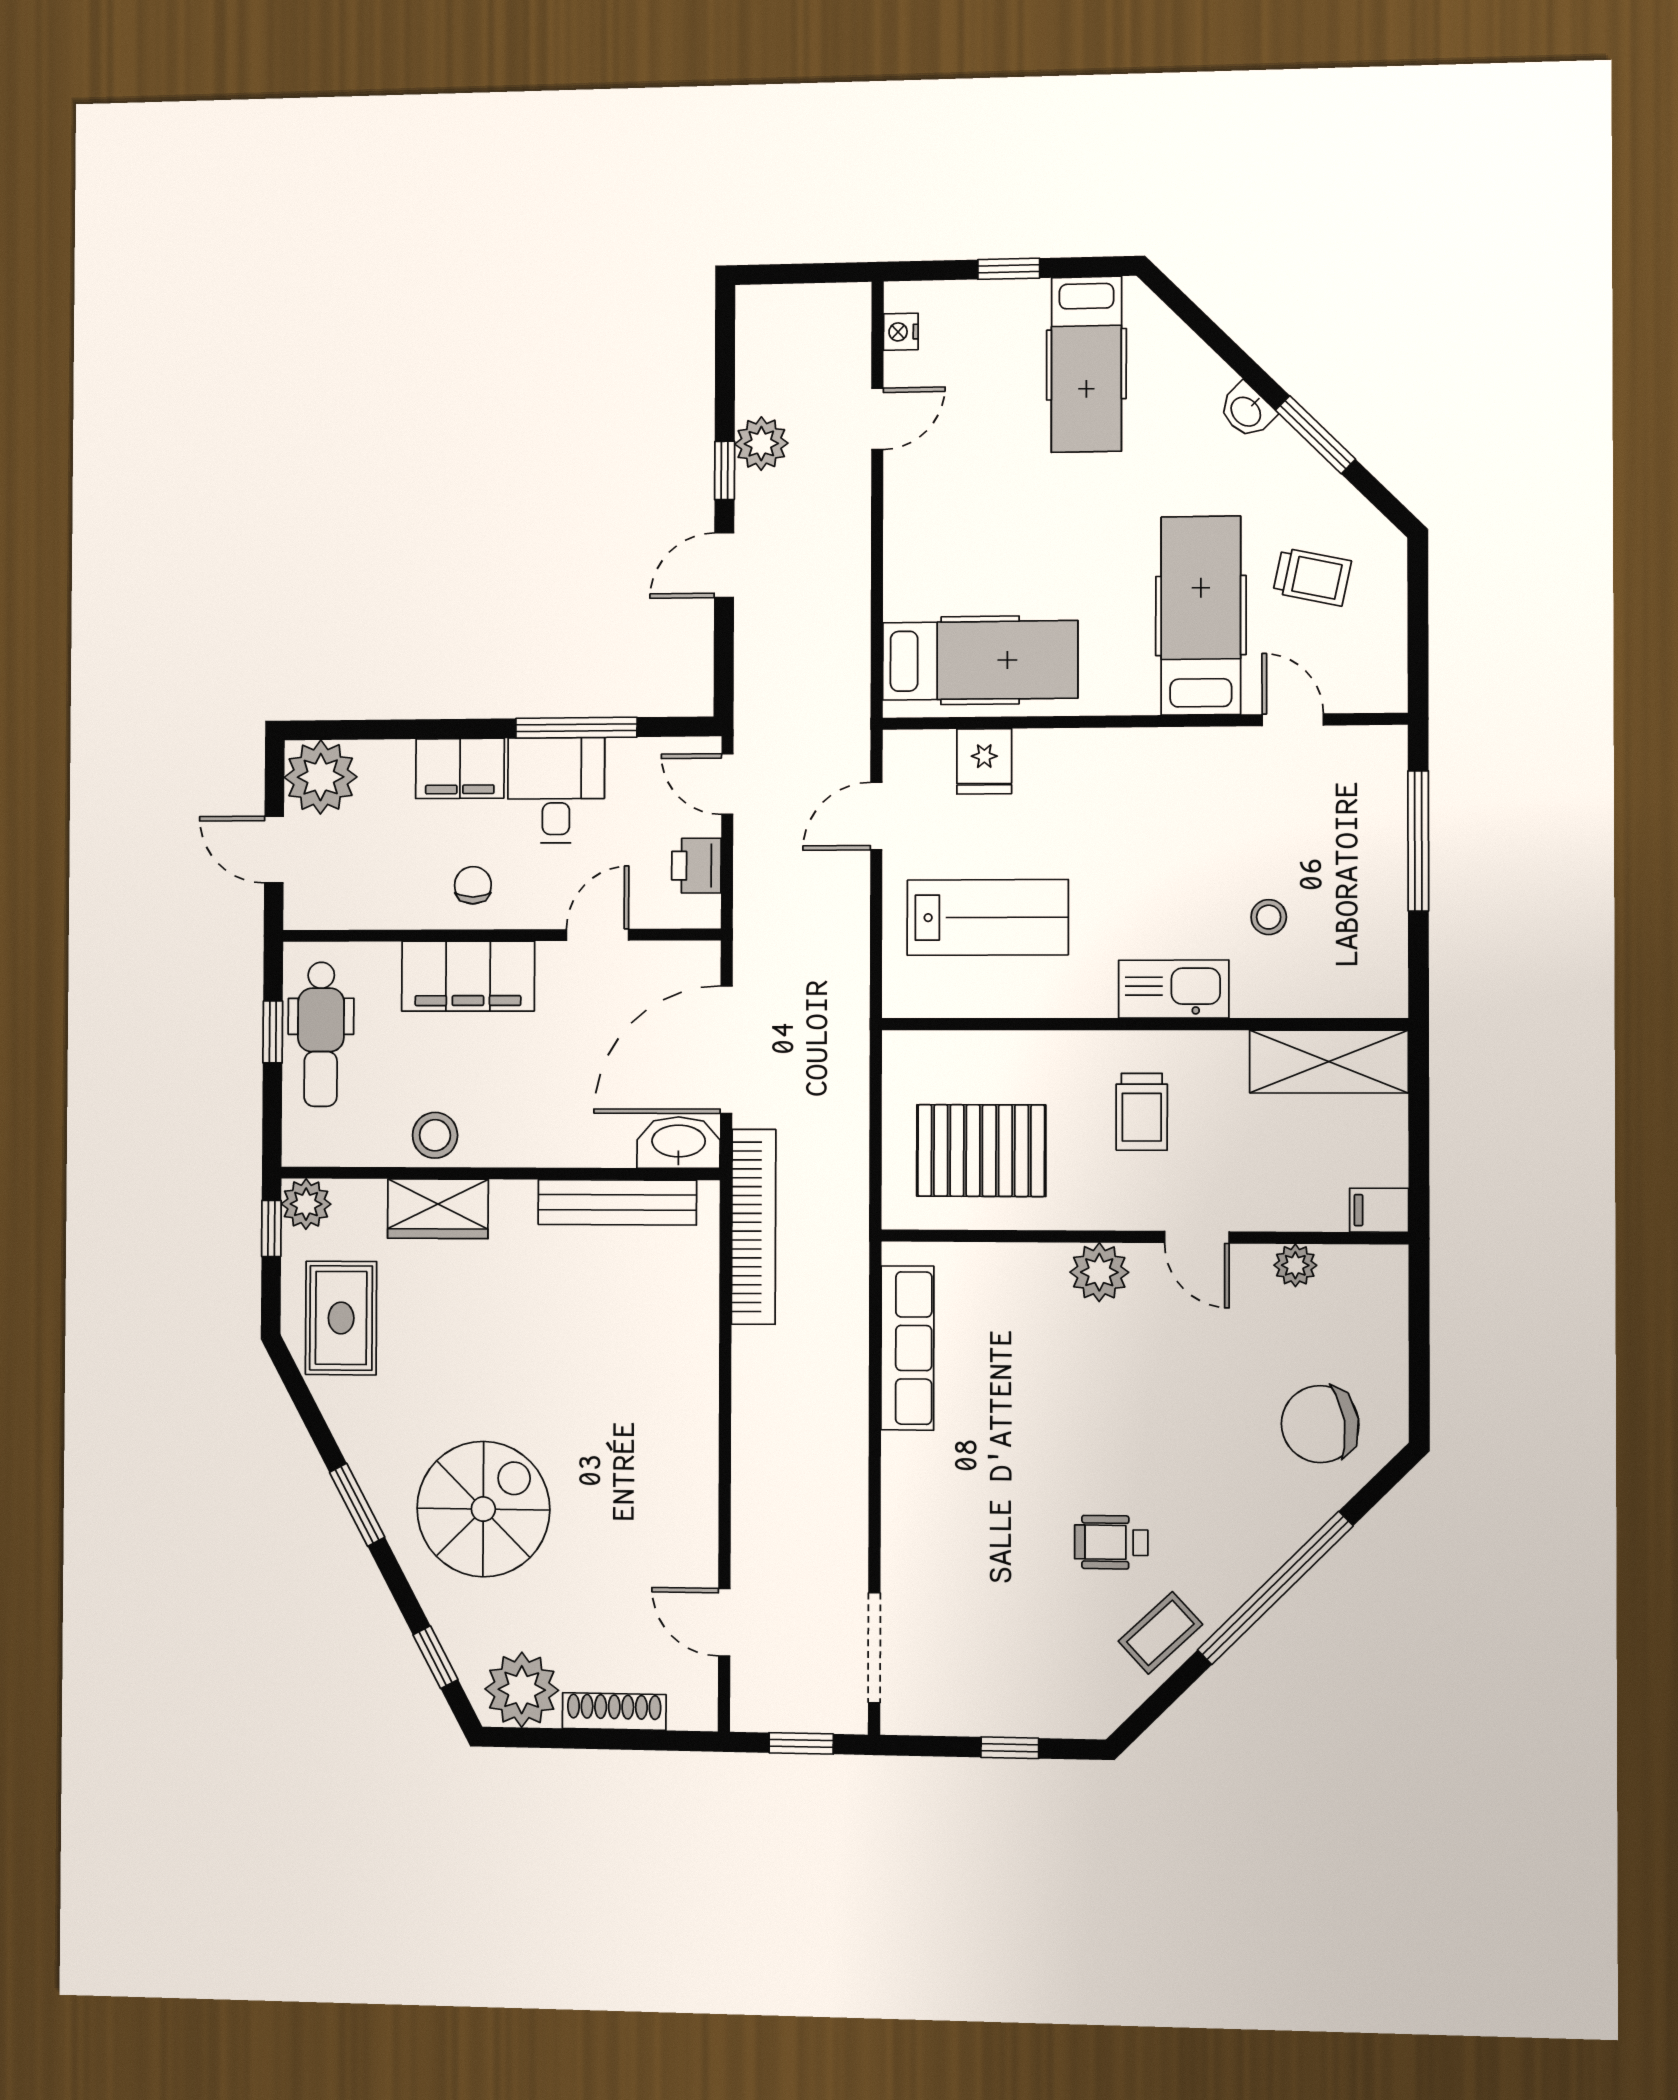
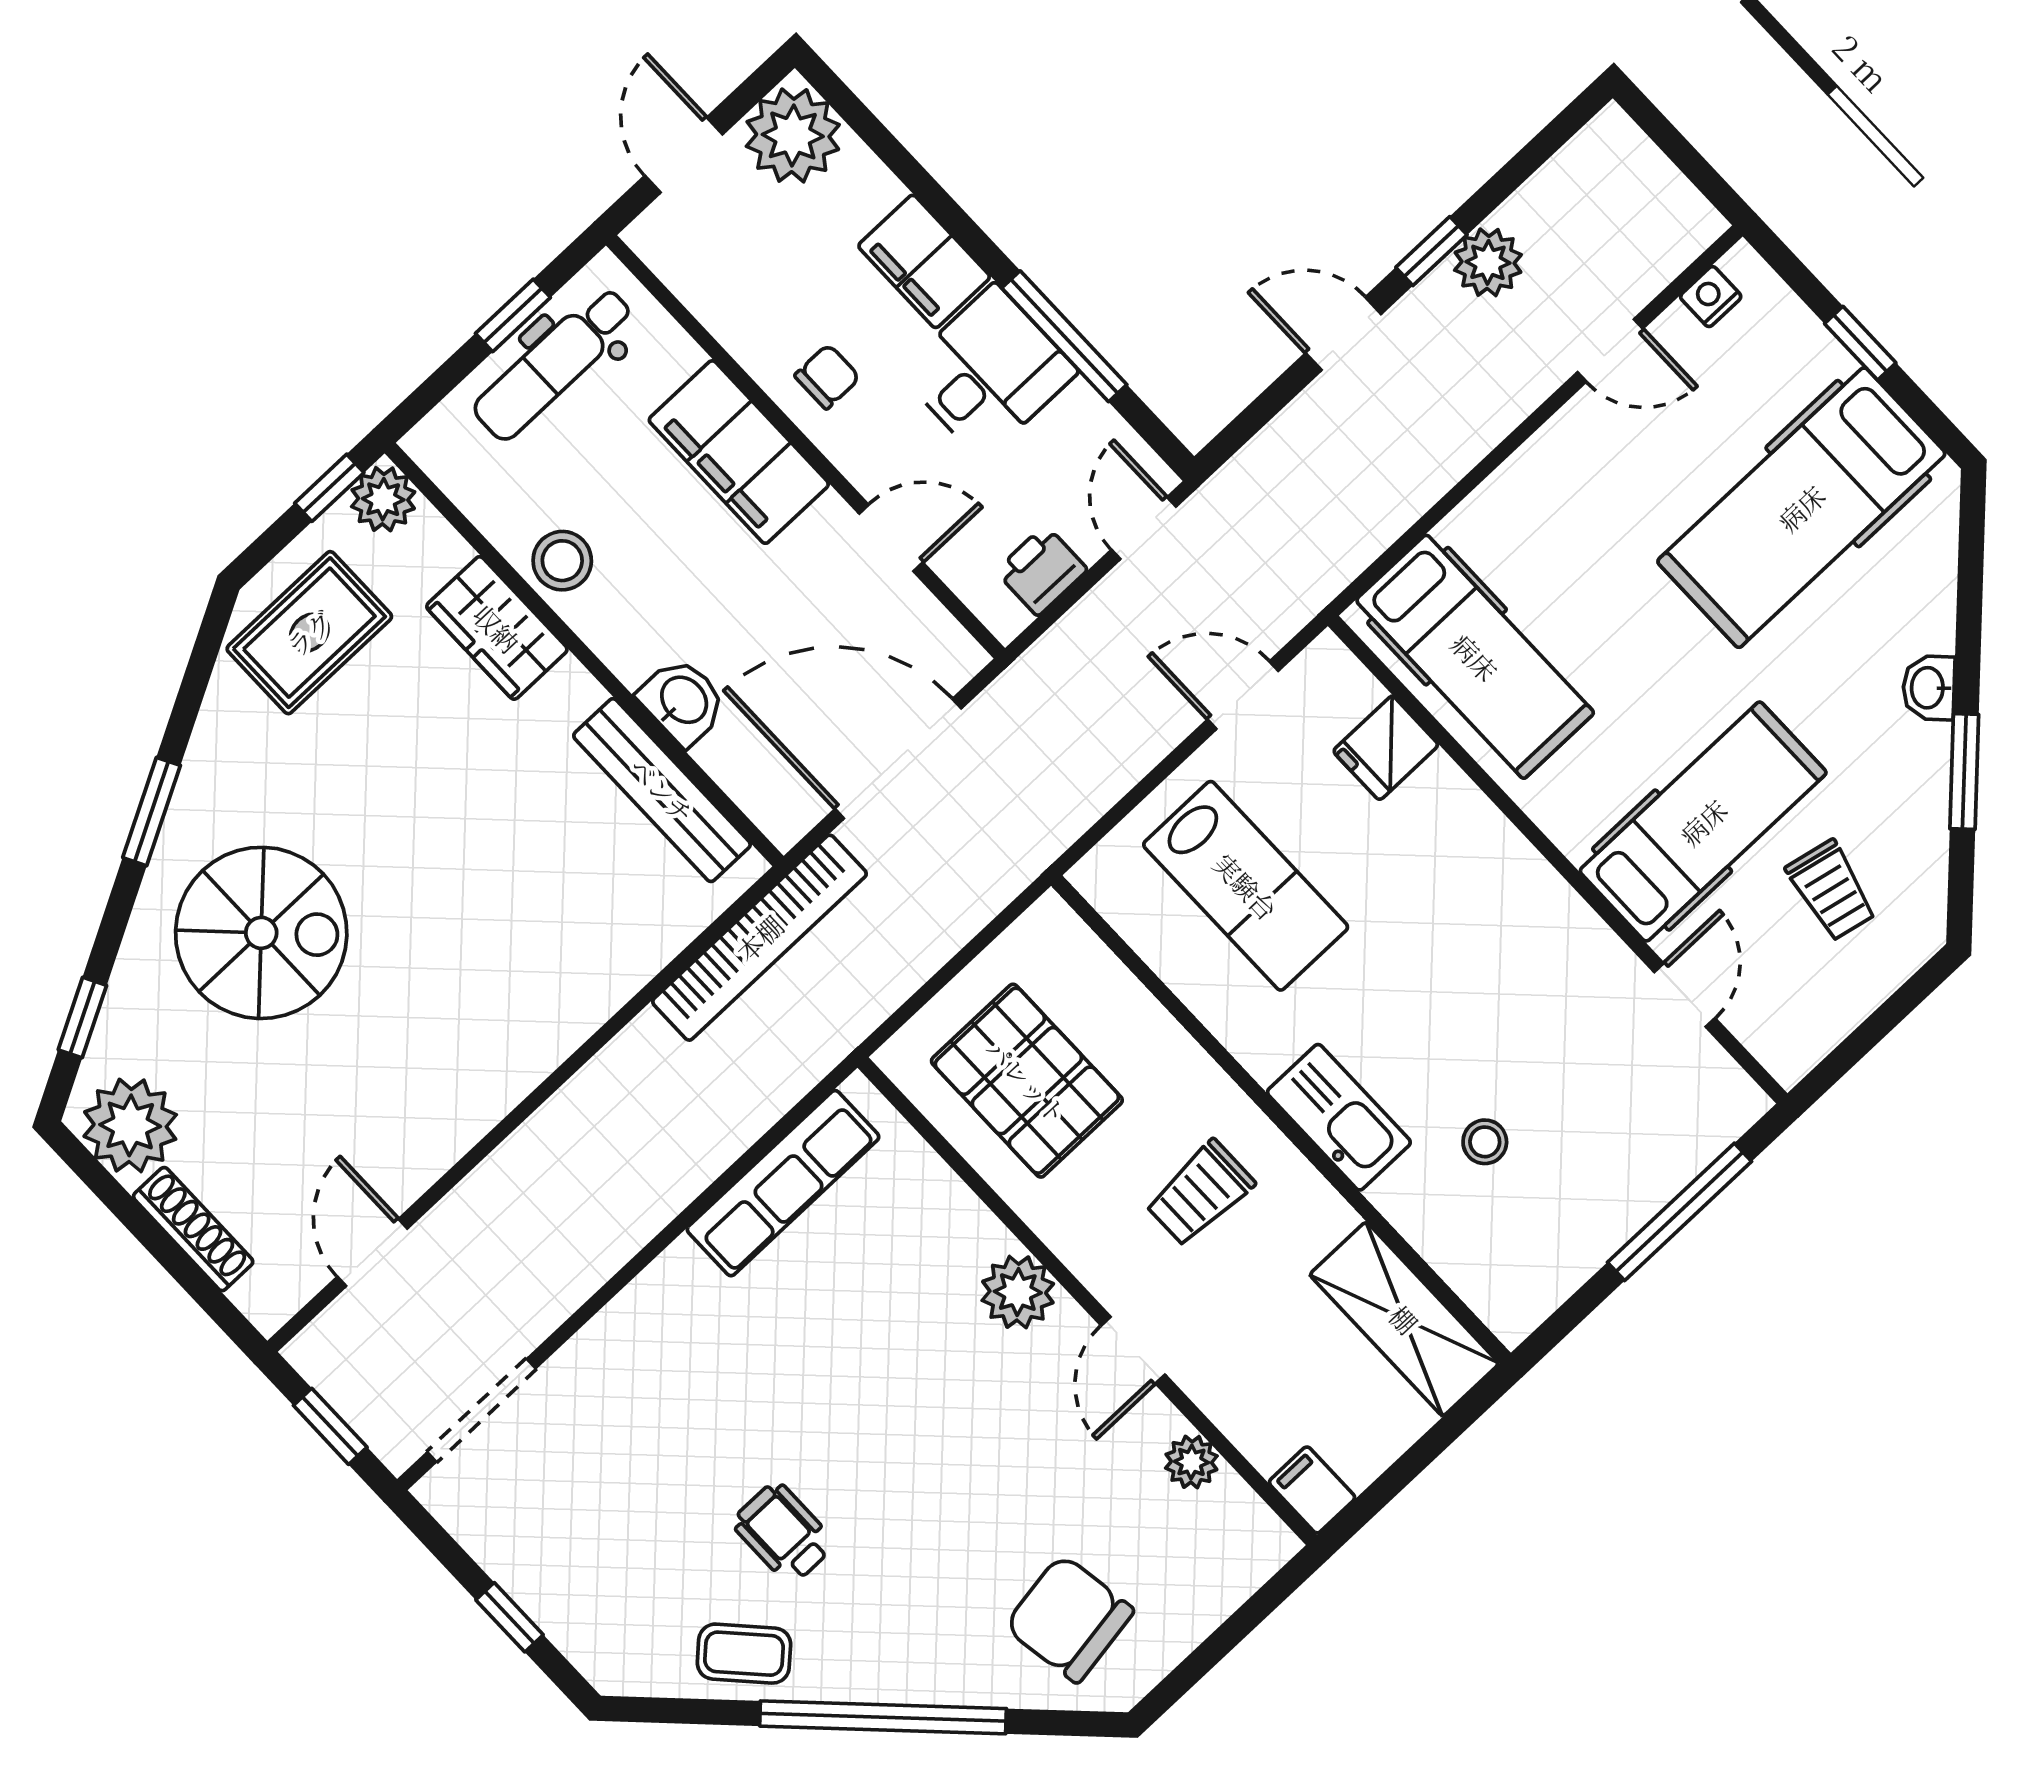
hospital bed: (1086, 364) -> (1801, 508), width x1.37, depth x1.29
washbasin: (679, 1143) -> (683, 701), moved, width x0.72

